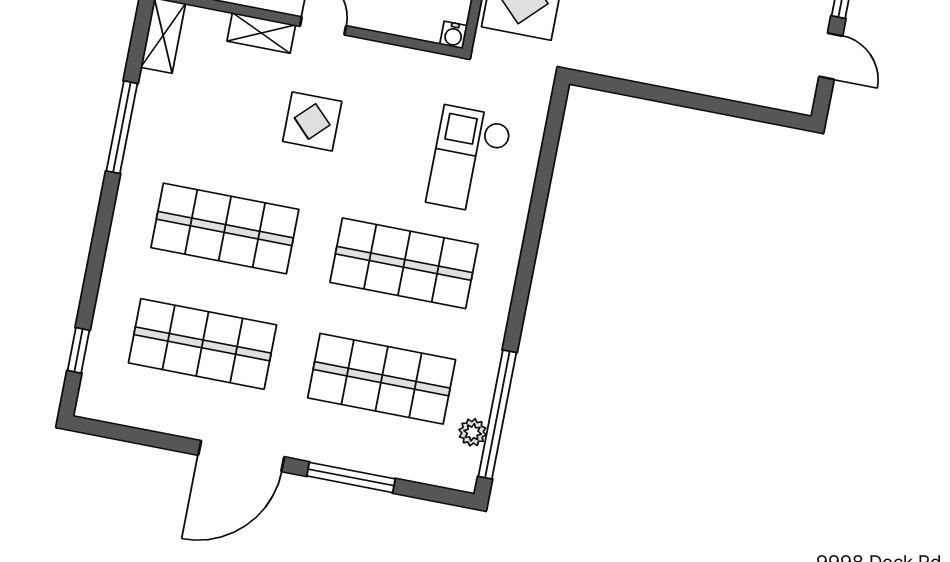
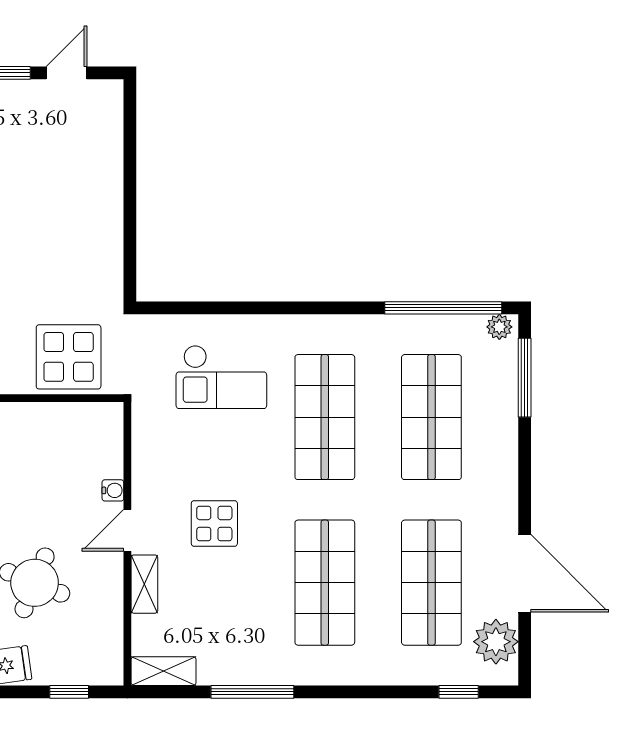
water cooler: (453, 35) -> (113, 490), moved
plant: (125, 401) -> (496, 642), added
plant: (473, 432) -> (499, 327), moved
door: (241, 456) -> (525, 573), moved
window: (351, 477) -> (525, 378), moved

